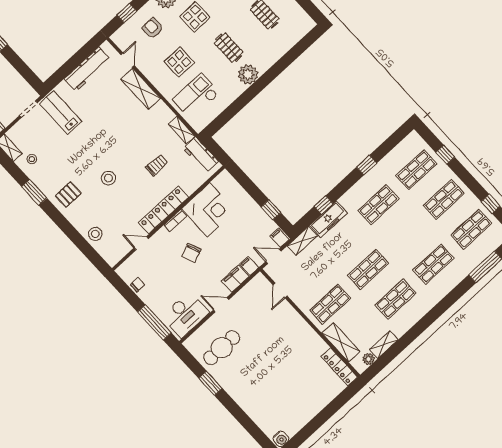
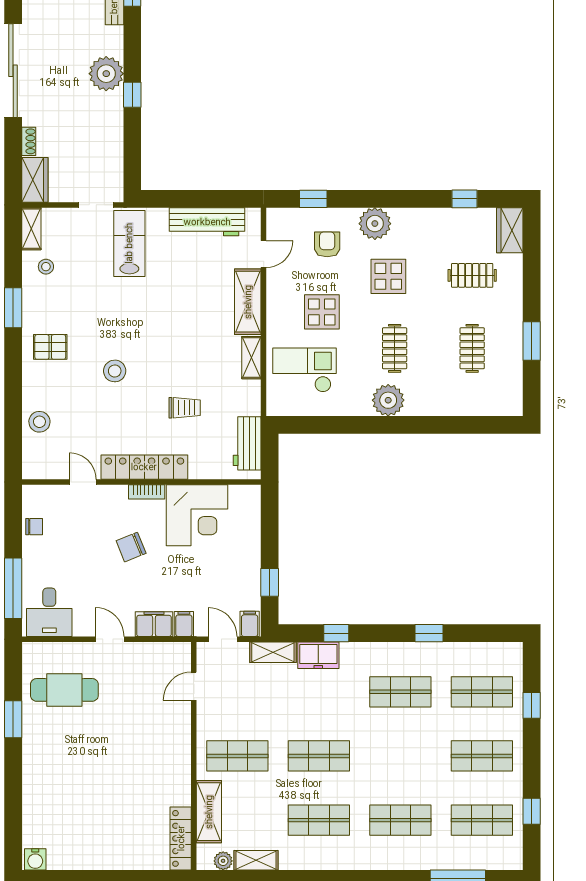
shelving: (182, 130) -> (251, 358), moved
freezer: (329, 219) -> (318, 655), width x0.71
desk: (185, 315) -> (49, 612), width x0.73

